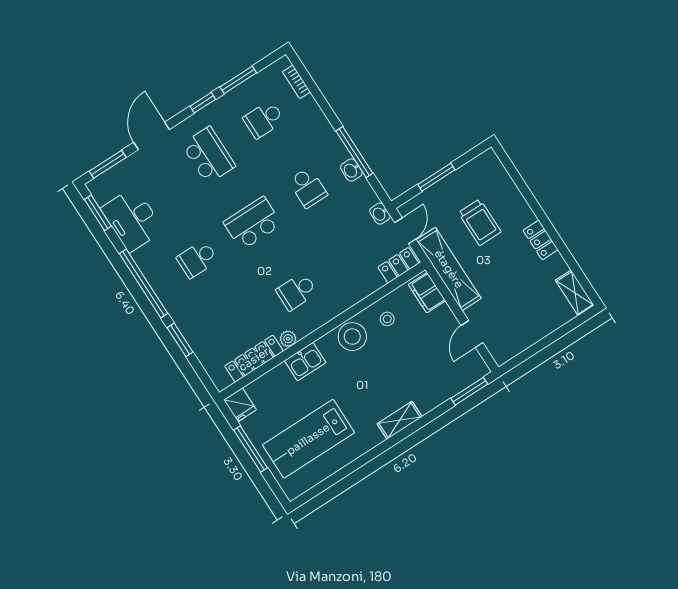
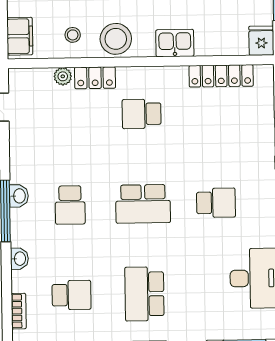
school desk: (308, 188) -> (70, 205), turned 180
washbasin: (380, 214) -> (19, 259), moved
locker: (398, 265) -> (95, 78), moved
school desk: (297, 292) -> (142, 114), turned 180
plant: (288, 339) -> (63, 76), moved

